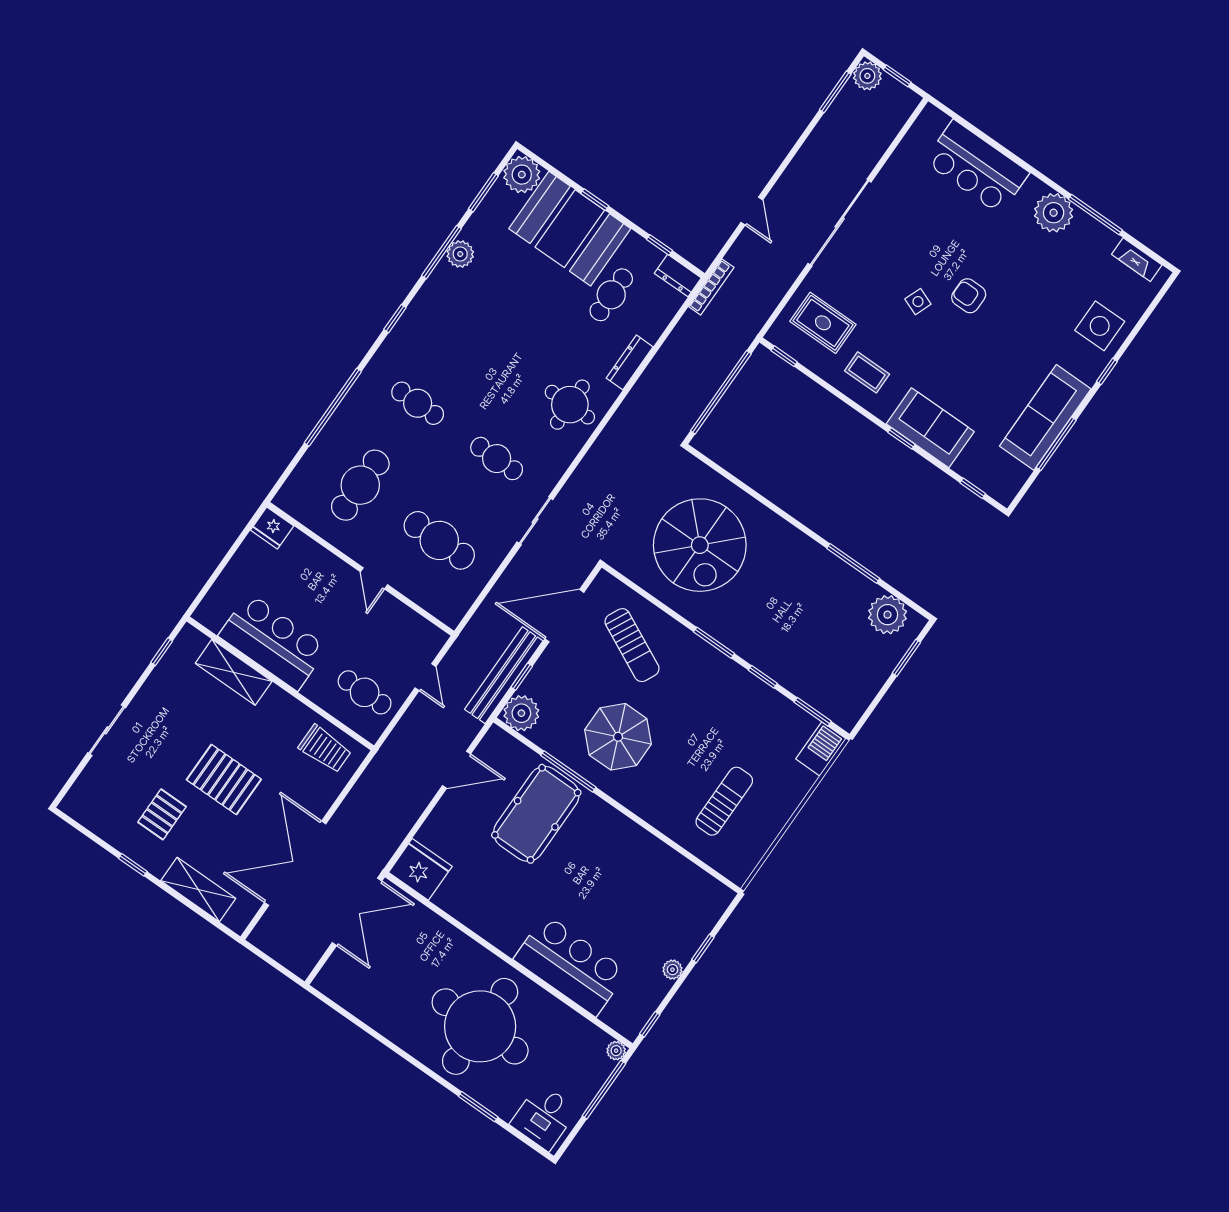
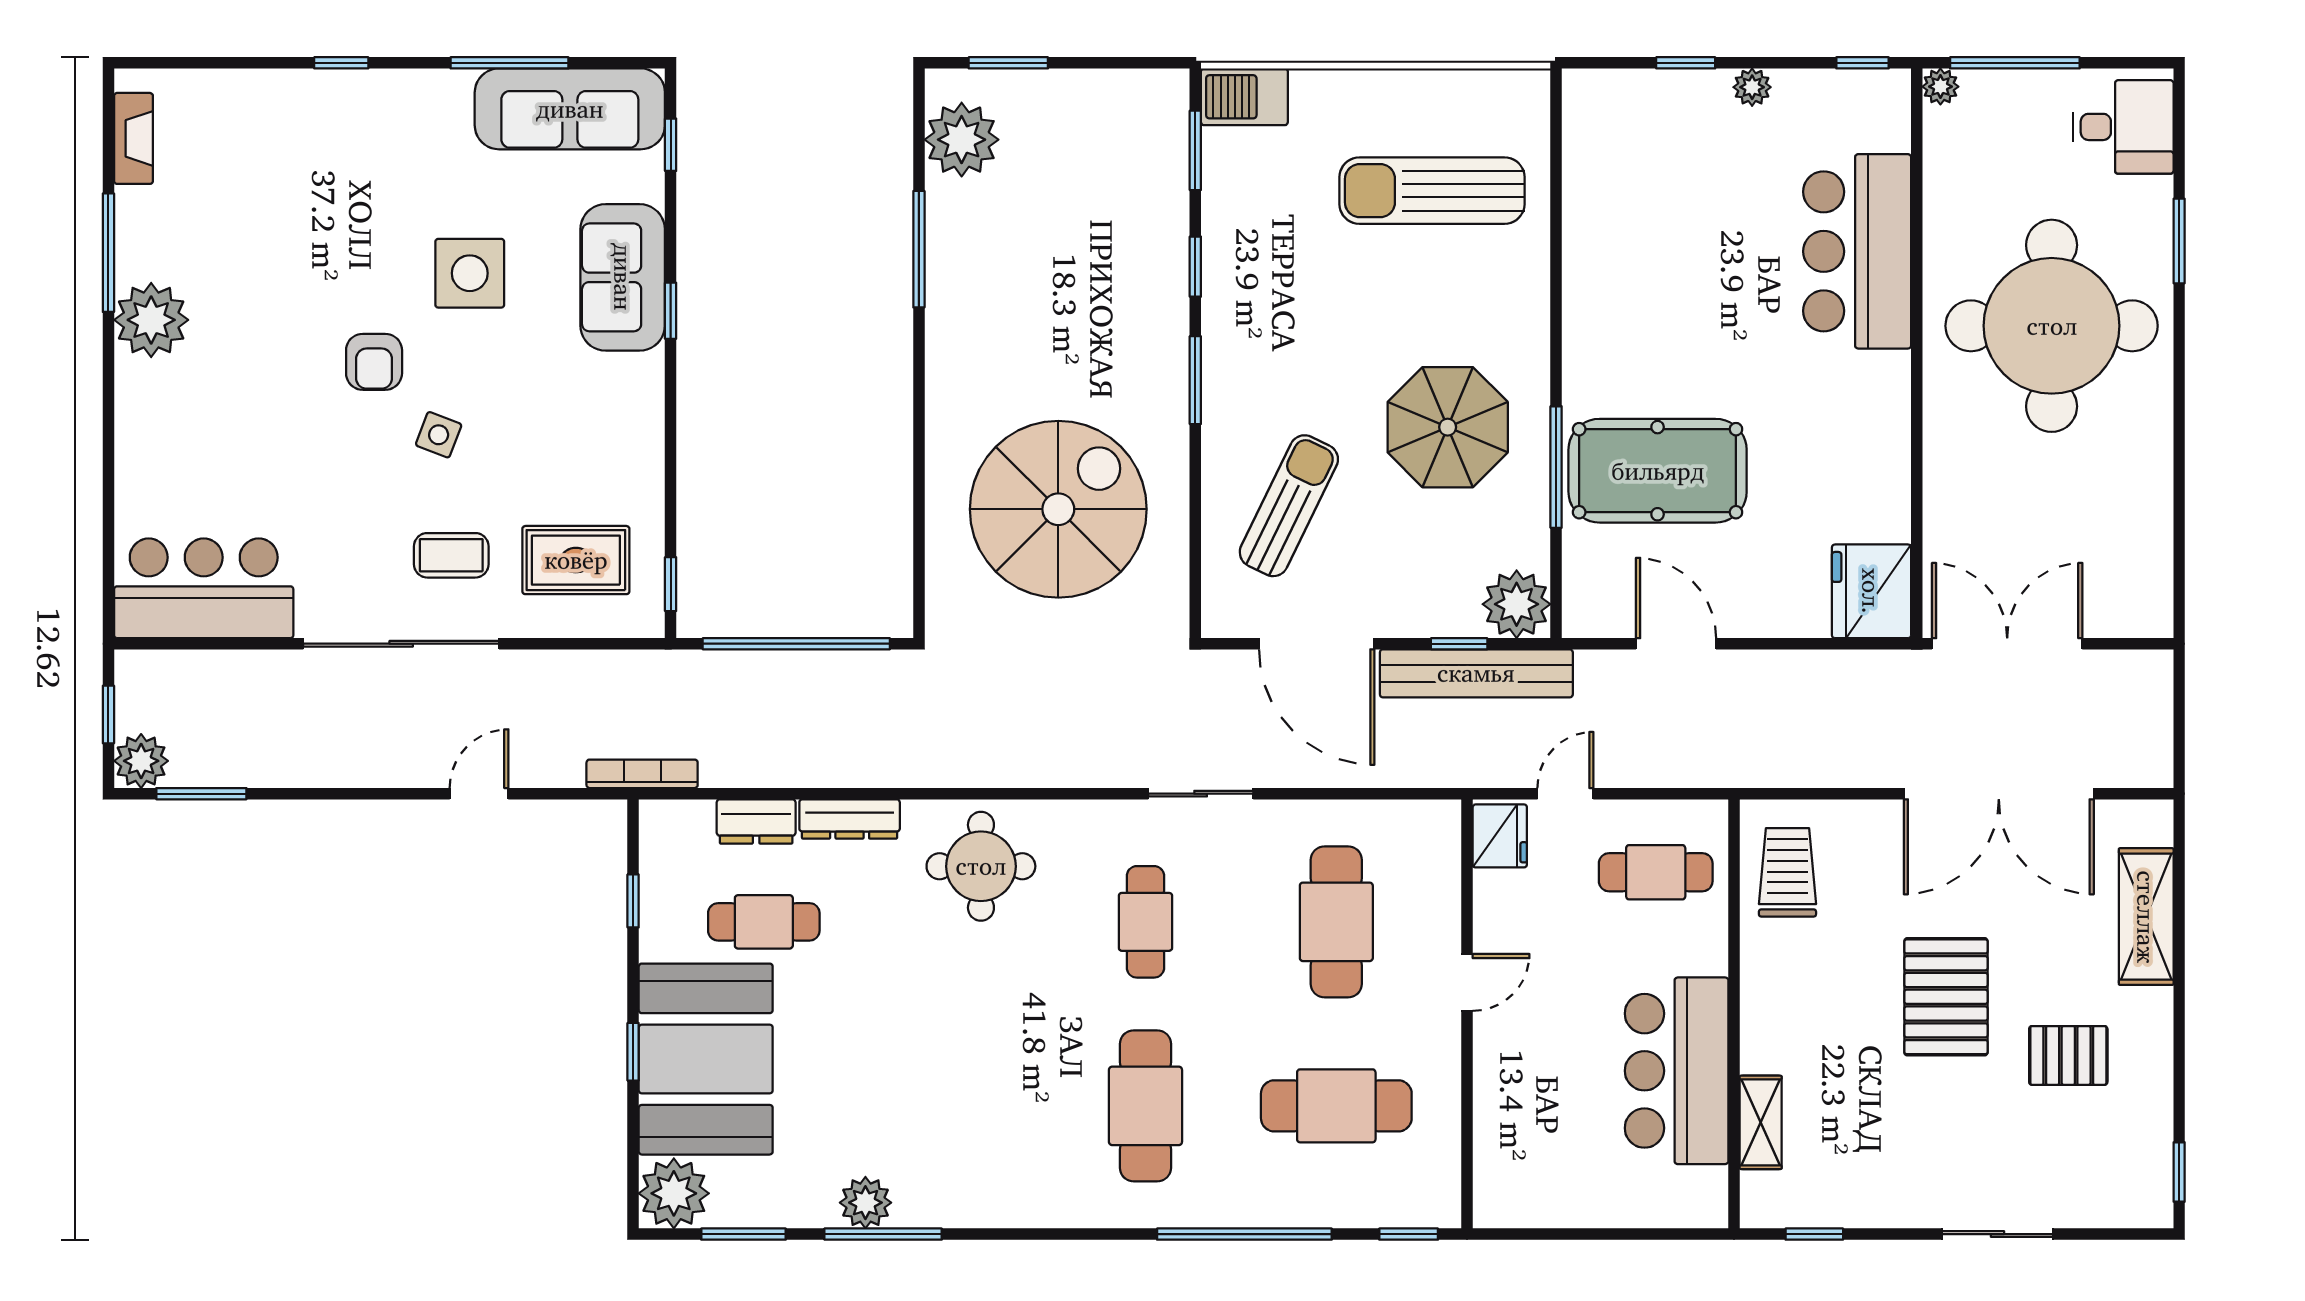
bar counter: (977, 167) -> (204, 588), moved, turned -90
dresser: (678, 276) -> (756, 821), moved, turned 90
window: (395, 319) -> (1409, 1234), moved
rug: (823, 323) -> (576, 560), turned 90
side table: (1100, 326) -> (470, 273), moved
coffee table: (867, 372) -> (451, 555), moved, turned 90
cafe table: (418, 403) -> (1145, 1106), width x1.37, depth x1.35
sofa: (1045, 417) -> (570, 109), moved
fridge: (272, 528) -> (1500, 836), moved
shelving: (234, 672) -> (1761, 1122), width x0.67, depth x0.75
cafe table: (365, 692) -> (1656, 872), turned 90
sun lounger: (724, 801) -> (1432, 191), width x1.36, depth x1.34
window: (133, 865) -> (2179, 1172), moved

